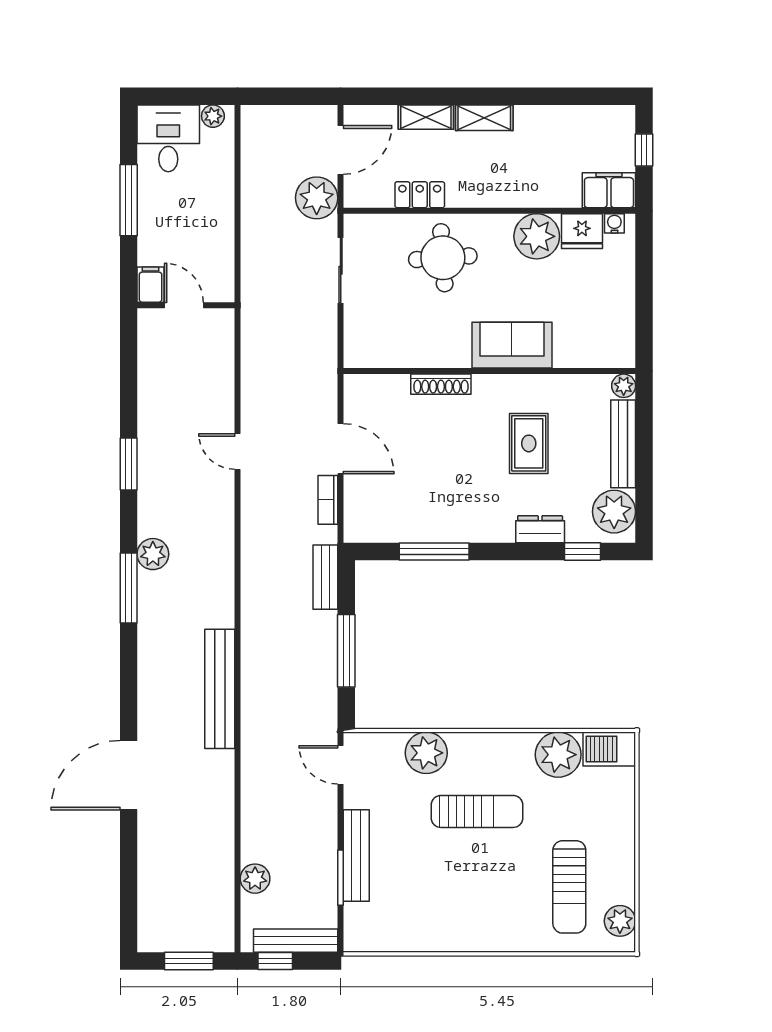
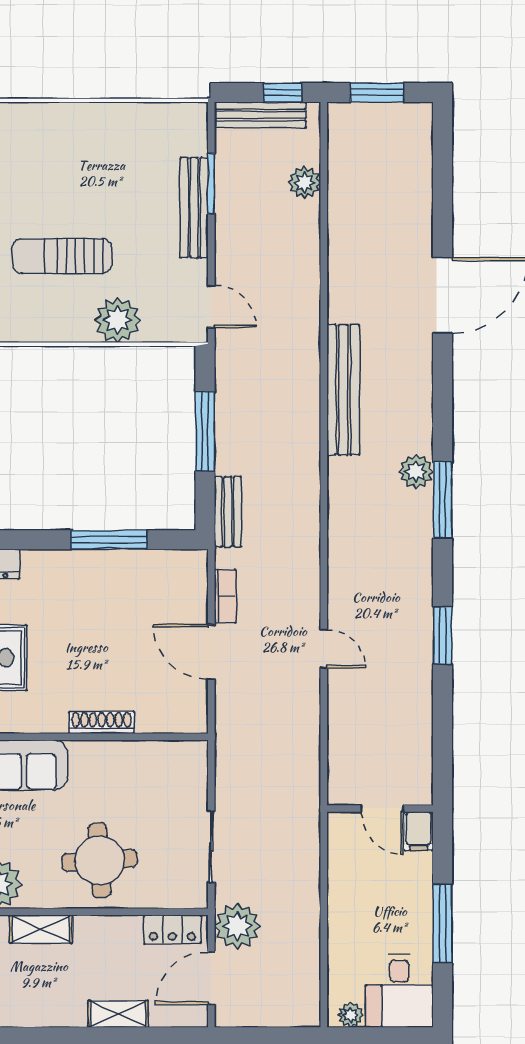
shelving: (484, 118) -> (41, 929), moved
locker: (420, 195) -> (172, 929), moved
plant: (153, 554) -> (416, 472), moved

